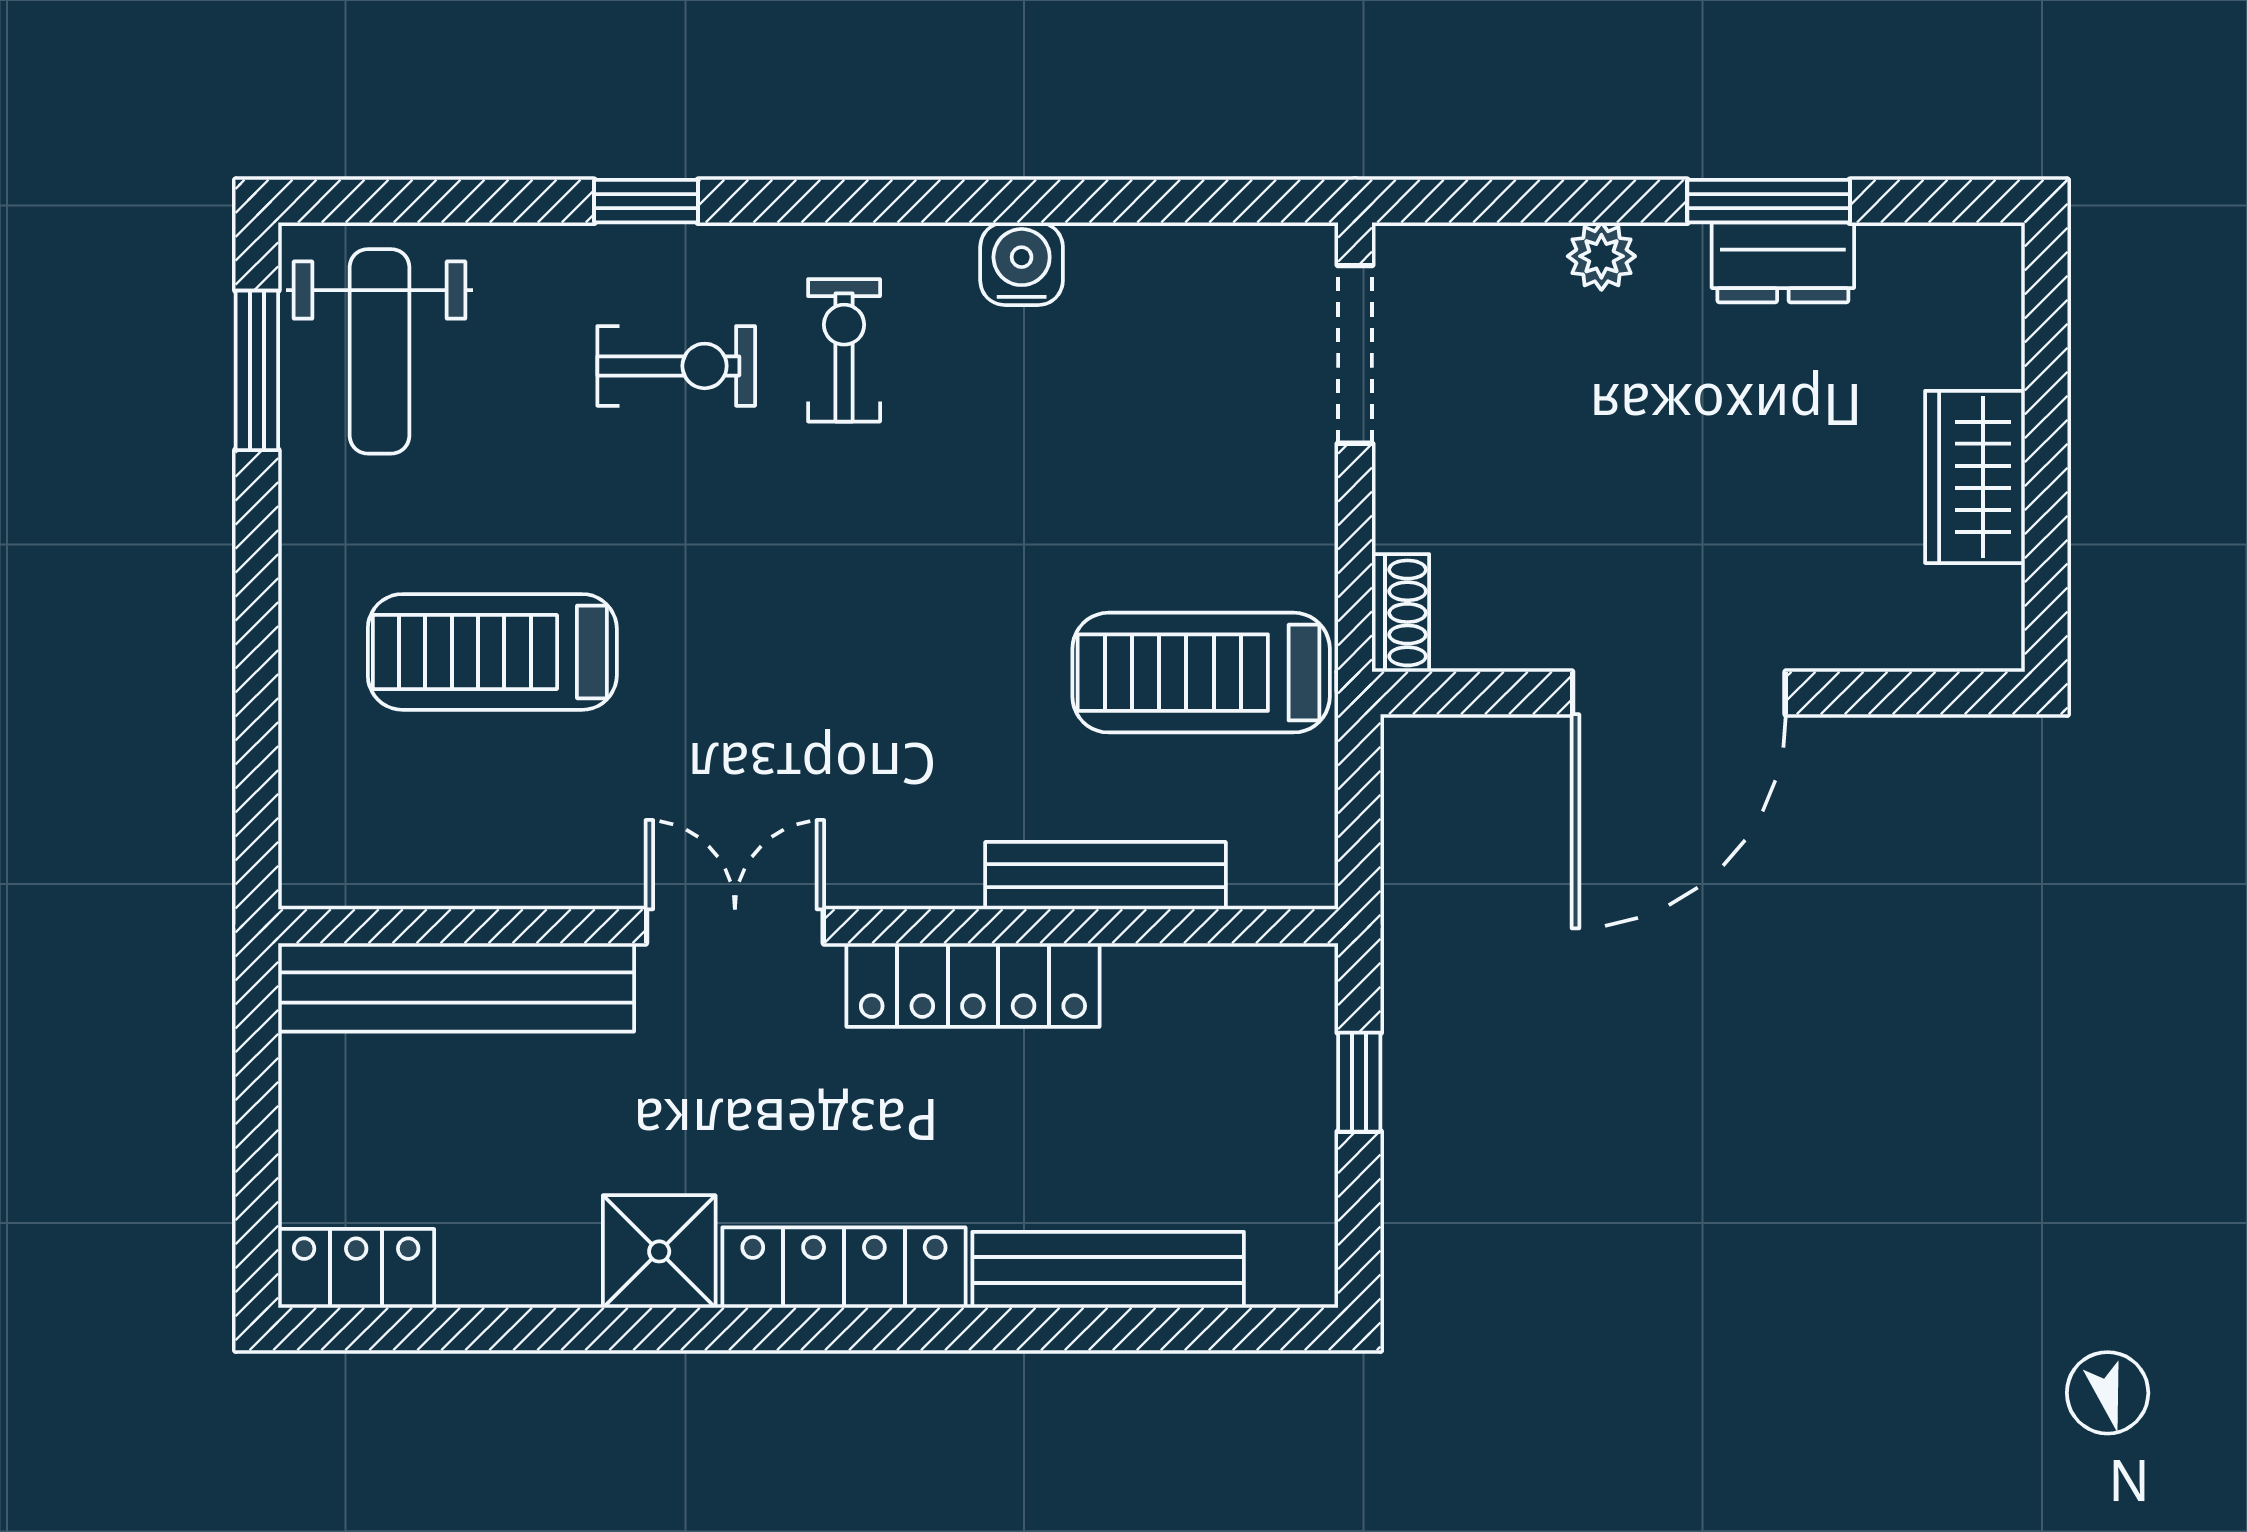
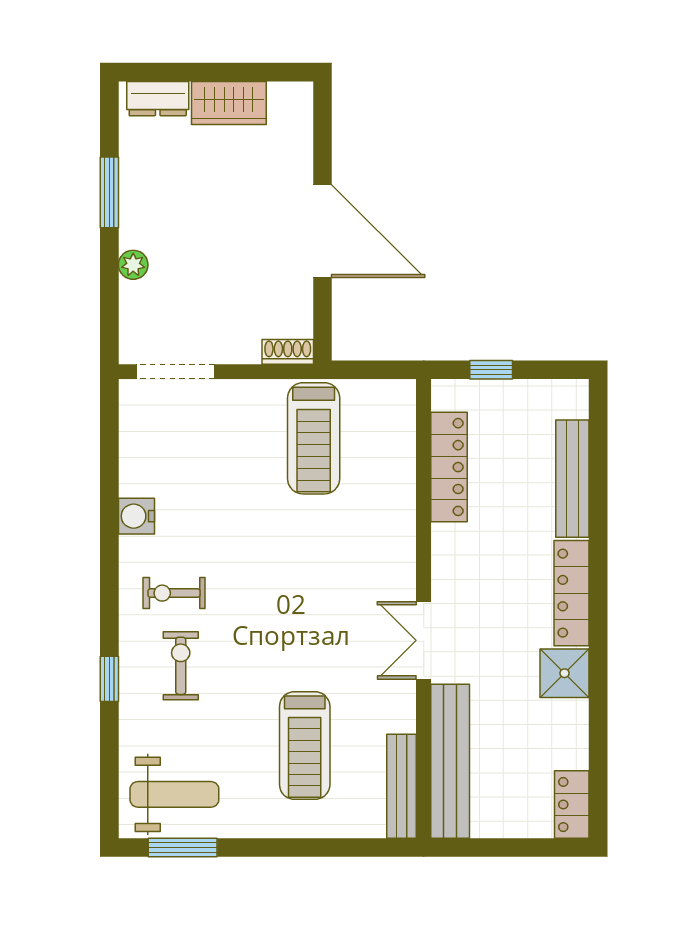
dresser: (1783, 262) -> (158, 99), moved, turned 90
bench: (1105, 876) -> (402, 786), moved
locker: (973, 985) -> (449, 467), moved

